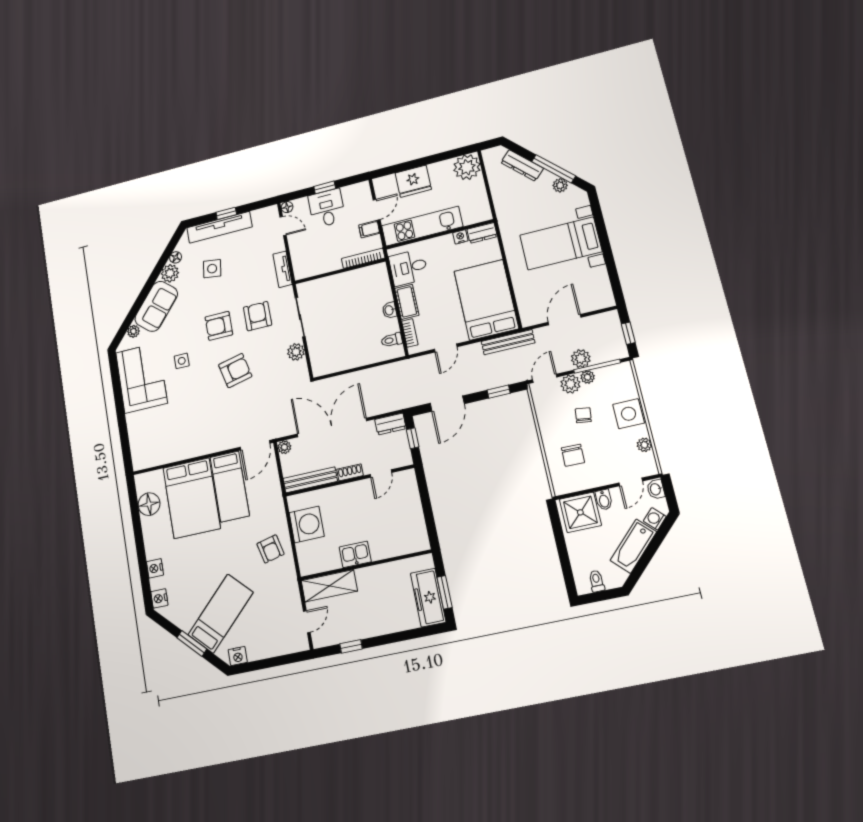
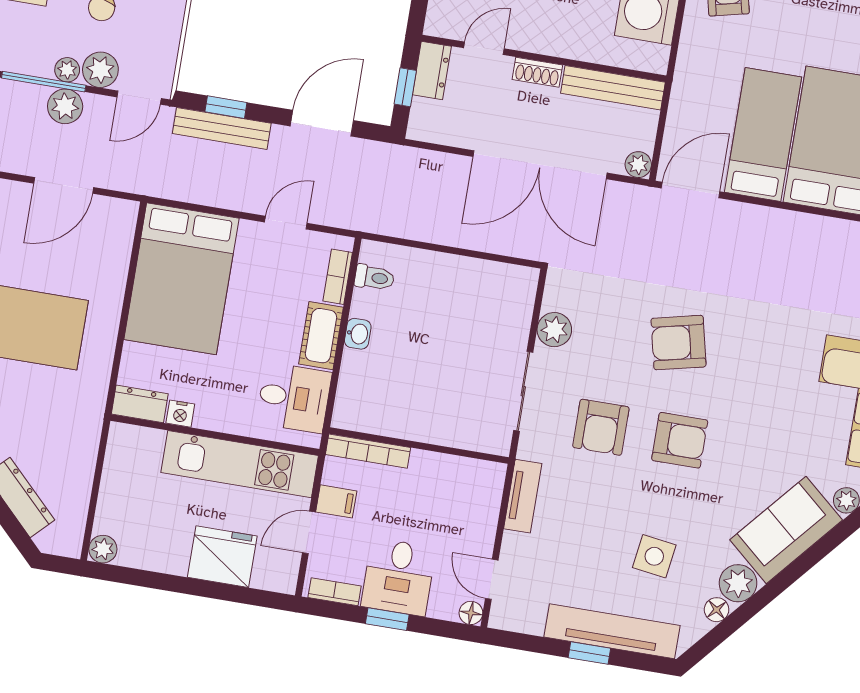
plant: (467, 167) -> (103, 549), width x0.53, depth x0.53
bookcase: (354, 189) -> (335, 592), added
bench: (508, 342) -> (222, 128), moved
side table: (182, 361) -> (773, 404), removed
dresser: (390, 424) -> (432, 71), moved, turned 90

